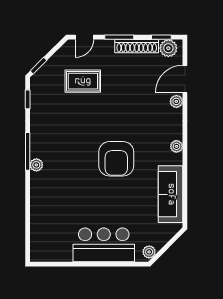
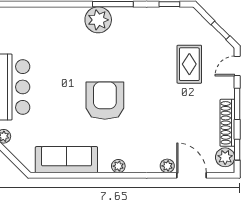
door: (84, 37) -> (237, 66), hinge flipped
window: (38, 66) -> (220, 30), moved
armchair: (116, 159) -> (105, 101), turned 90
plant: (36, 165) -> (98, 20), width x1.88, depth x1.88

